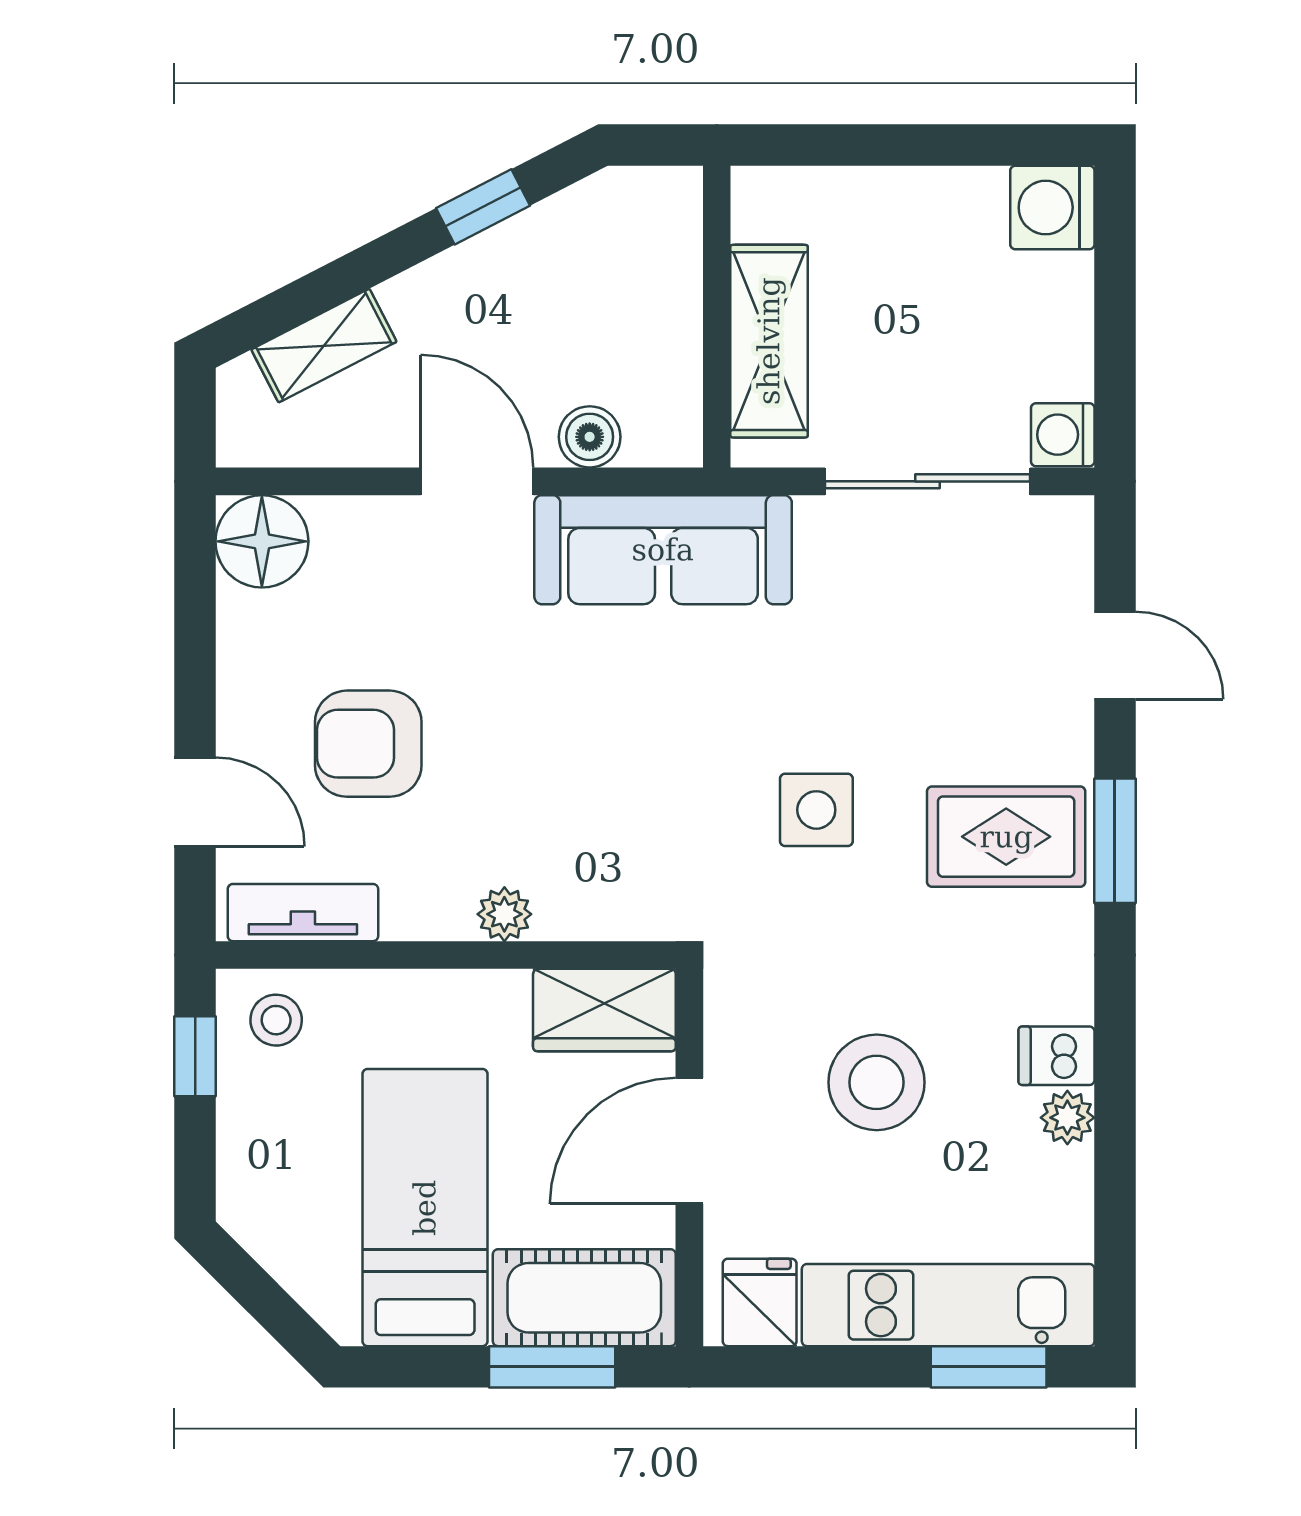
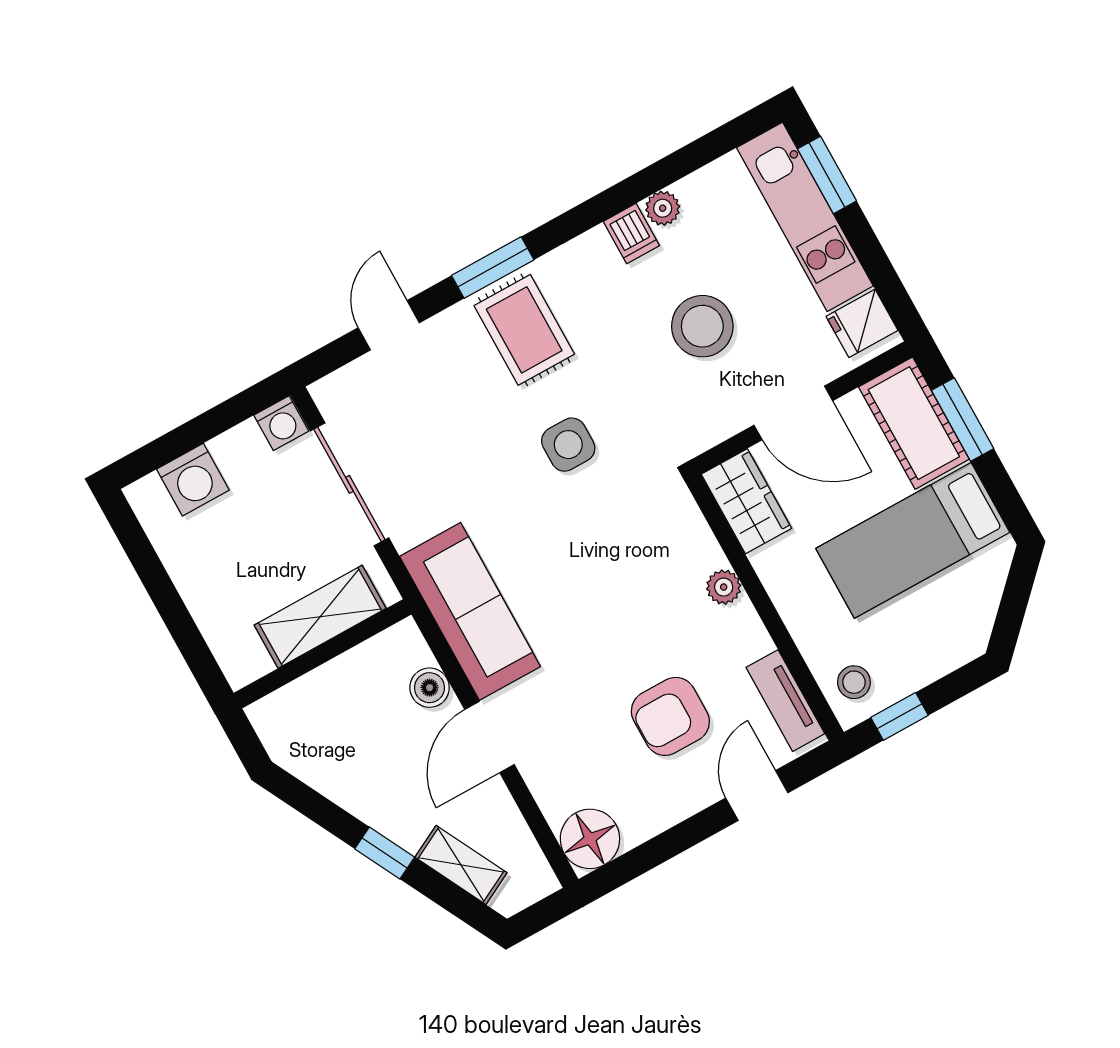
window: (483, 207) -> (385, 853), moved
washing machine: (1052, 207) -> (193, 480), moved
armchair: (368, 744) -> (670, 716), turned 90

